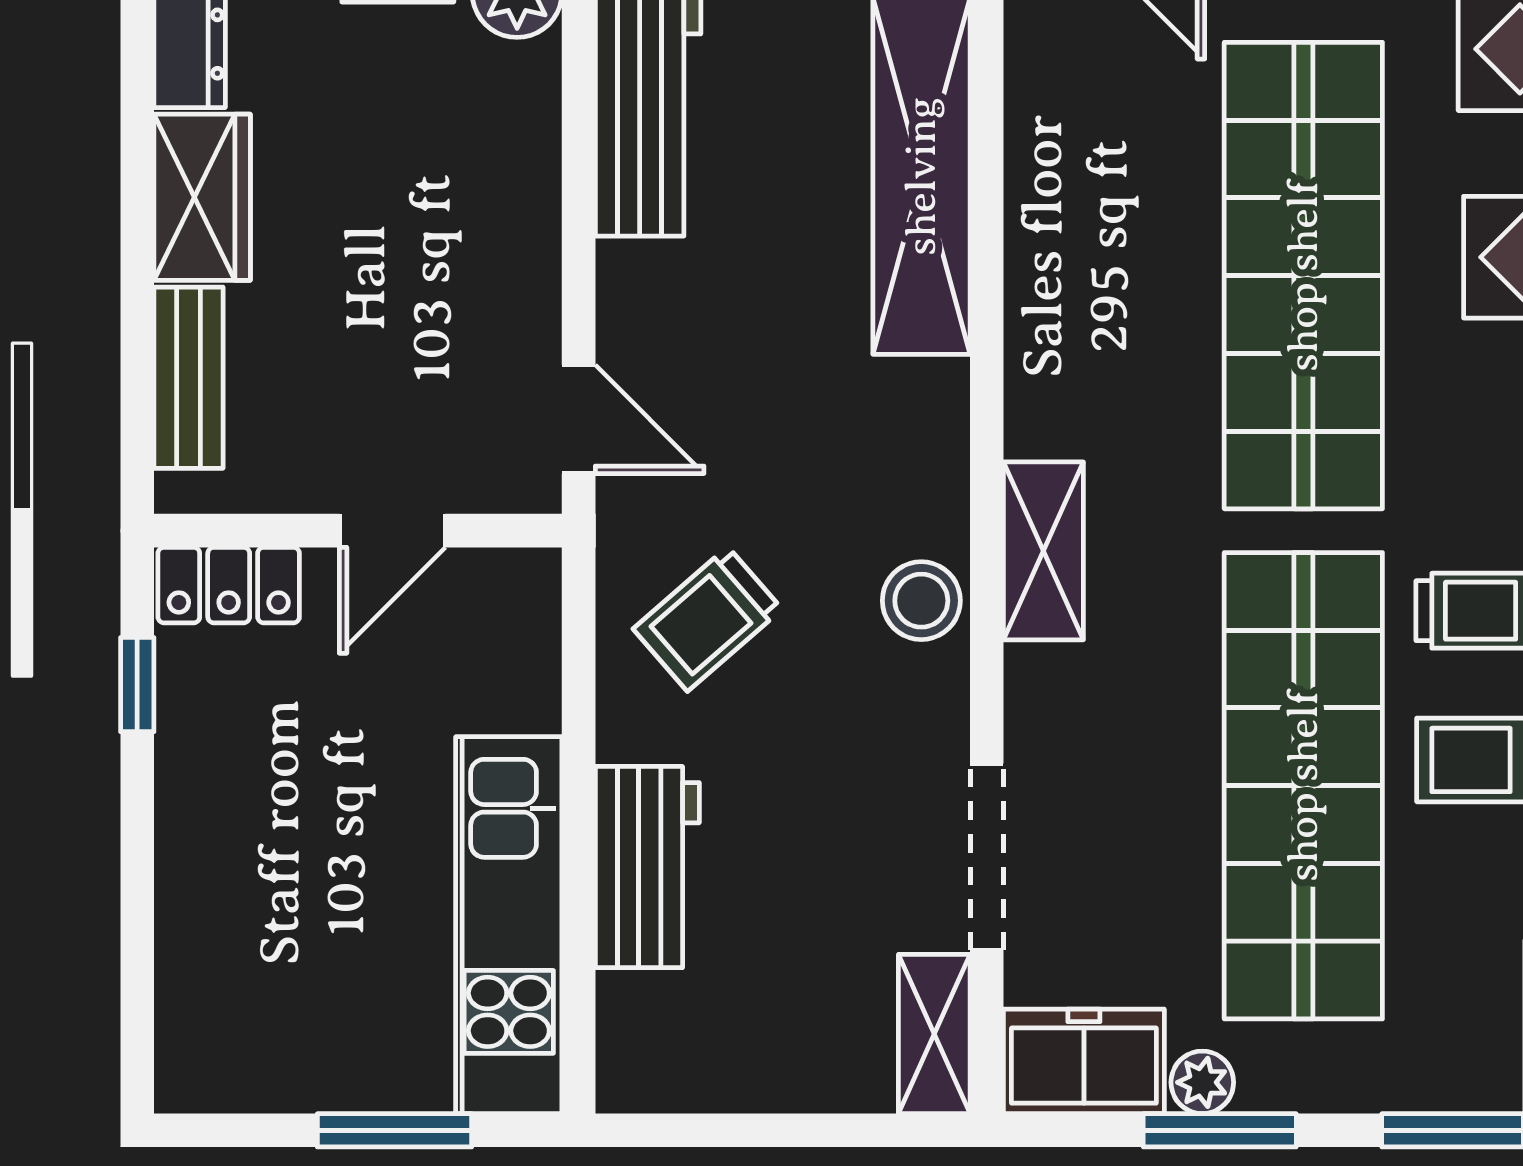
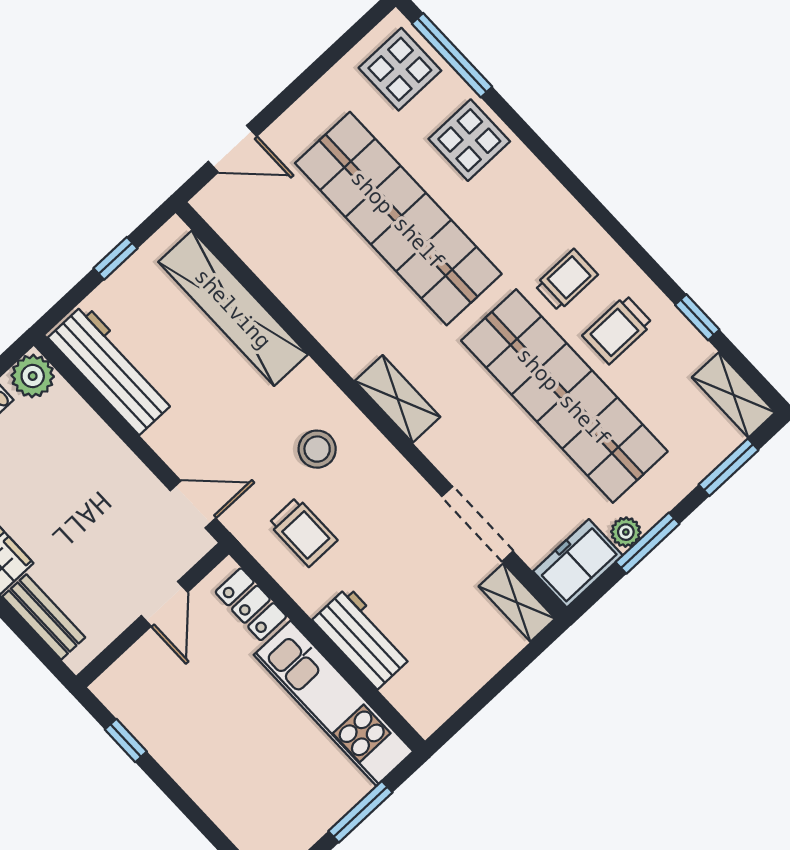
locker: (229, 585) -> (251, 604), moved, turned 90
stool: (921, 601) -> (317, 449), moved
trolley: (708, 619) -> (303, 532), turned -49

